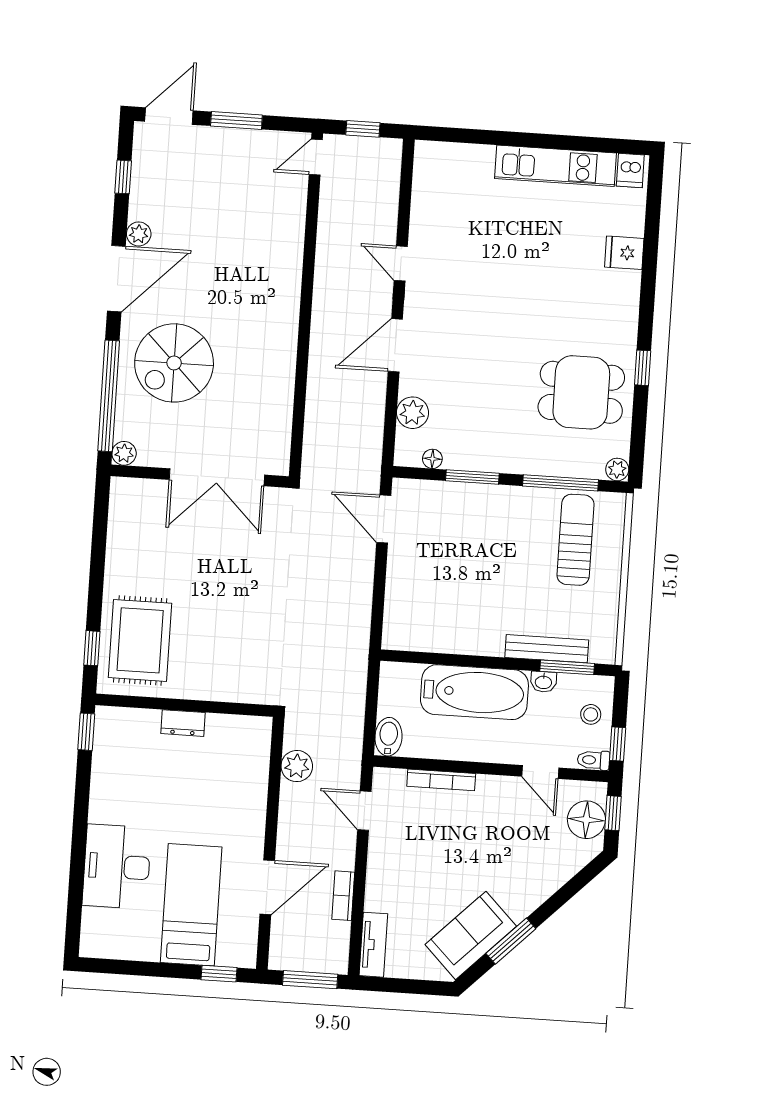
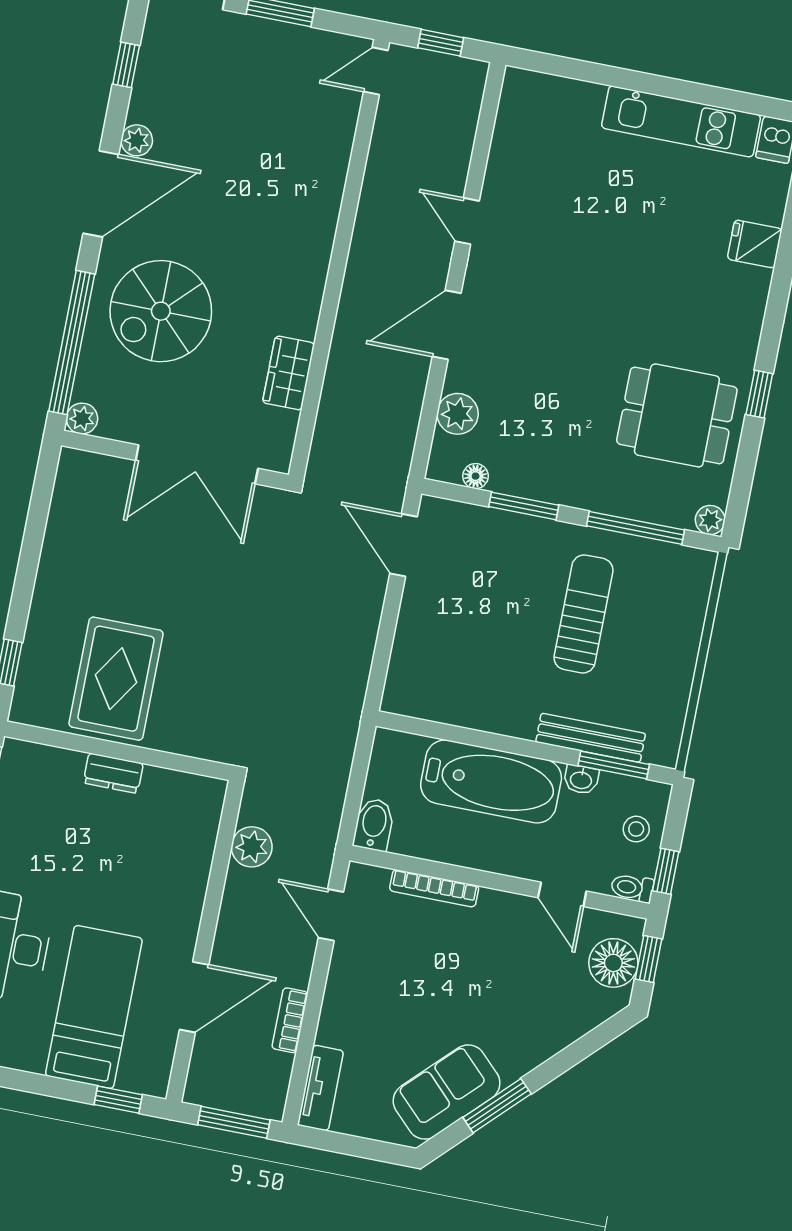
wardrobe: (278, 398) -> (289, 373), added
sun lounger: (576, 540) -> (584, 614), moved
rug: (140, 640) -> (116, 679), moved

